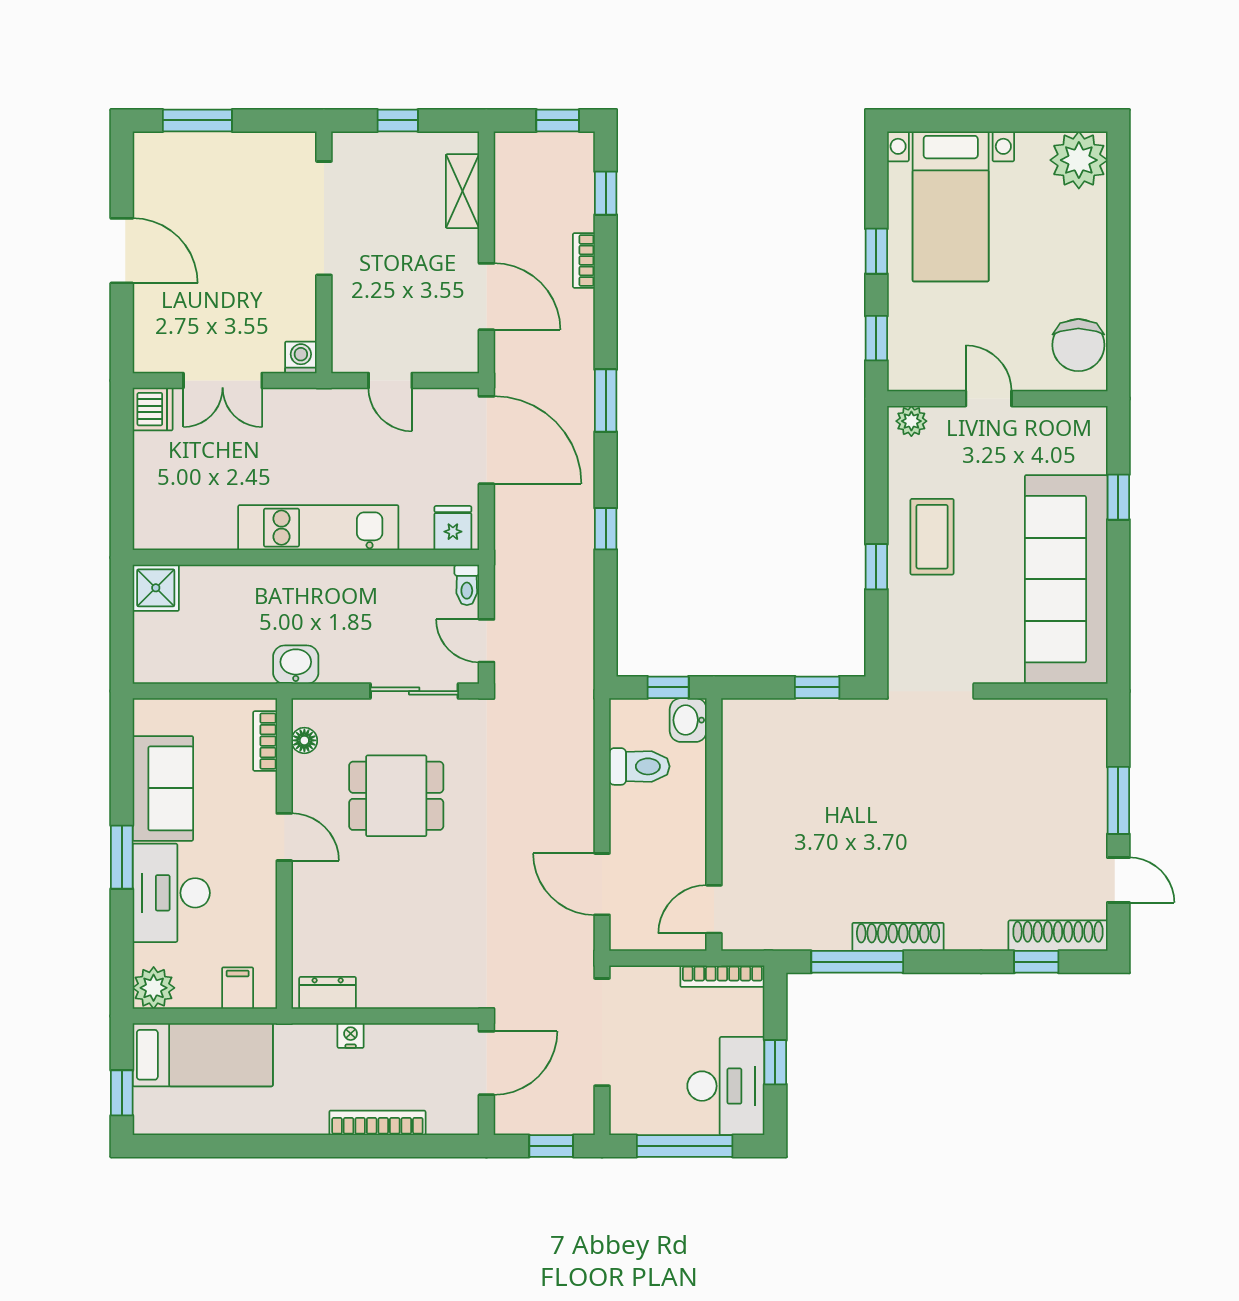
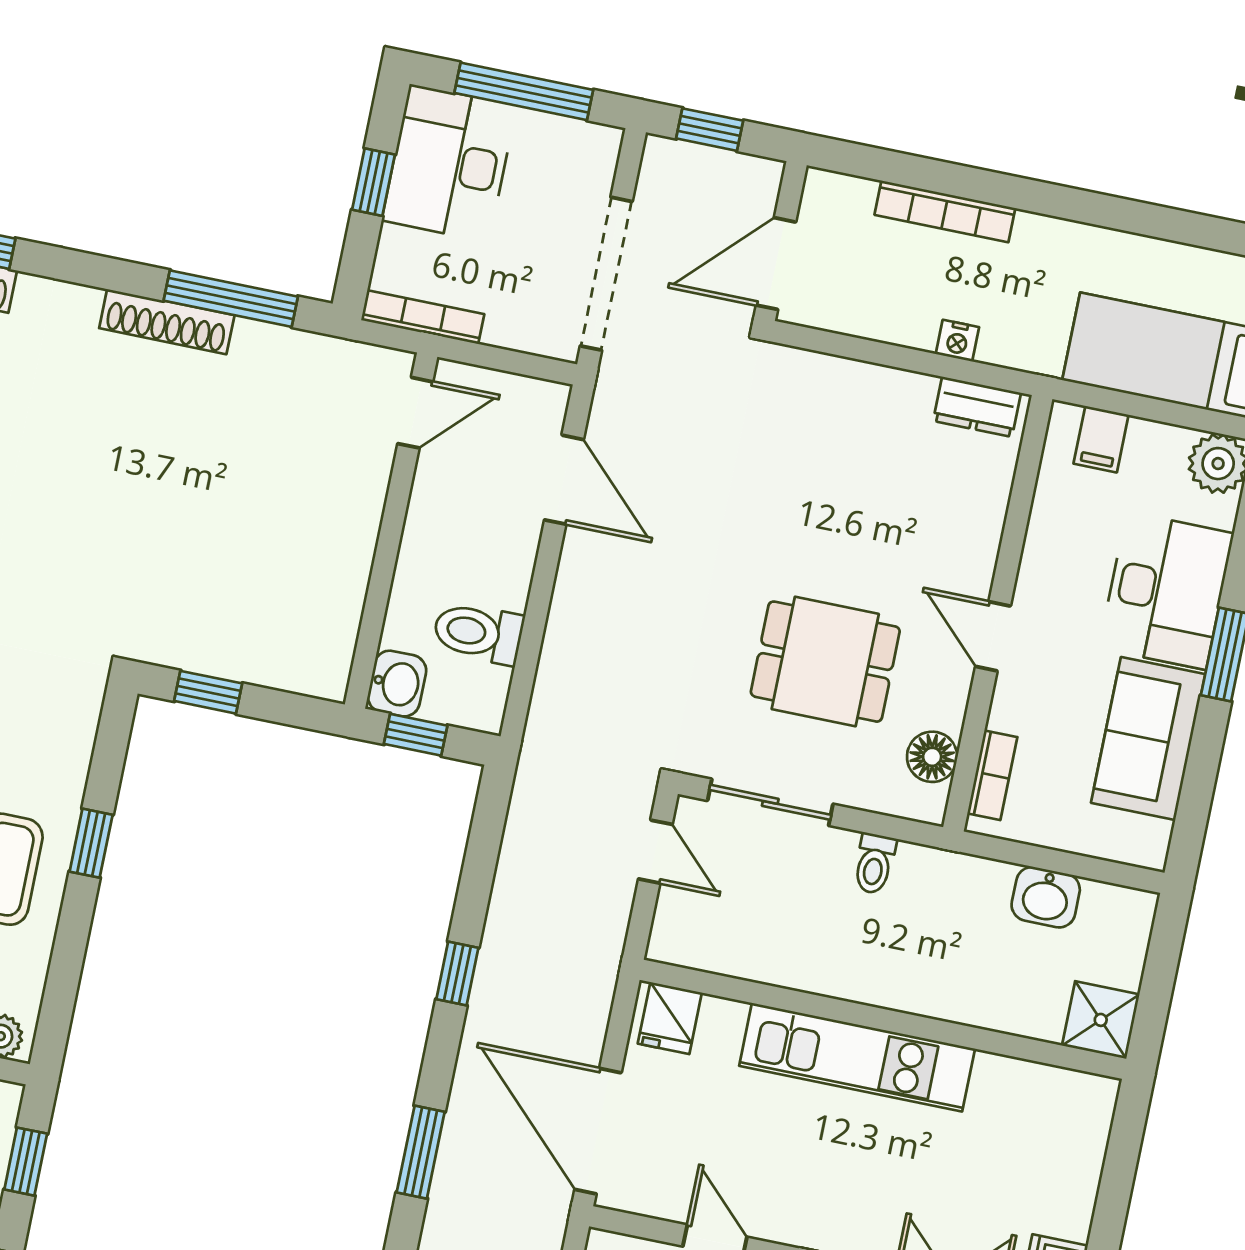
toilet: (467, 585) -> (874, 864), moved, turned 180
washbasin: (296, 665) -> (1046, 897), moved
floor lamp: (304, 740) -> (932, 757), width x1.37, depth x1.37

